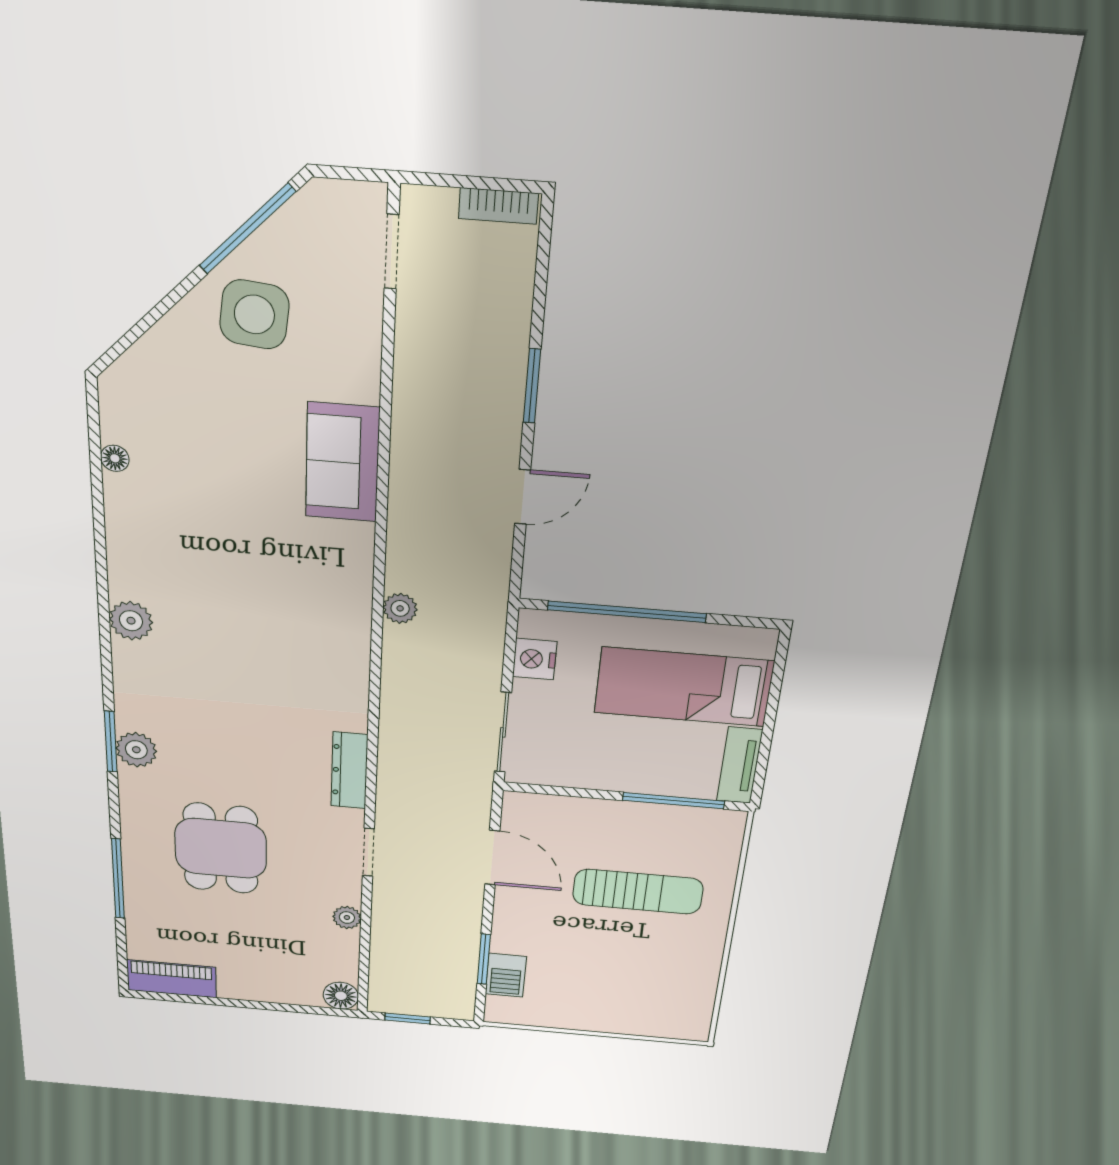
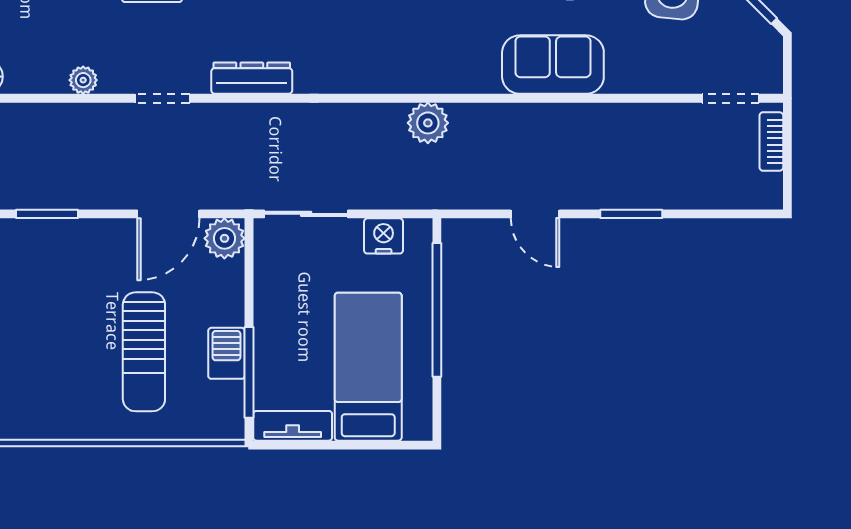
bookcase: (498, 206) -> (771, 141), moved
plant: (400, 608) -> (428, 123), width x1.38, depth x1.38
plant: (523, 810) -> (224, 238), added
barbecue: (506, 975) -> (226, 353), moved, turned 90

